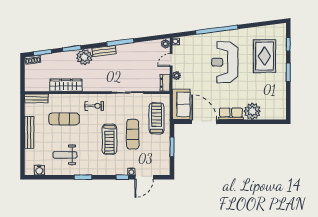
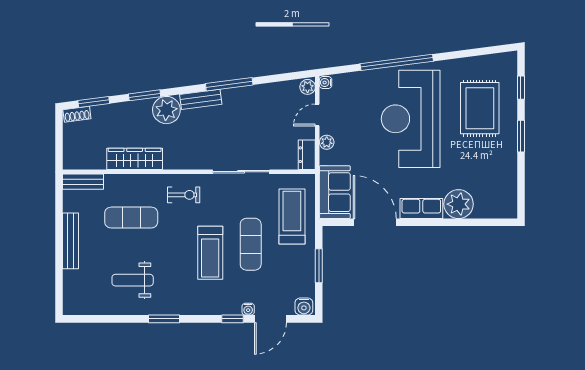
reception desk: (225, 62) -> (411, 119), width x1.36, depth x1.30
water cooler: (39, 170) -> (304, 307), moved

